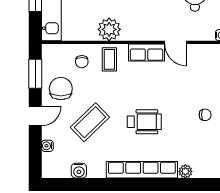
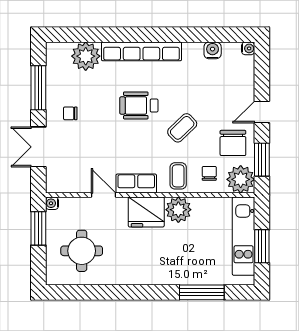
fridge: (138, 27) -> (146, 212), added
plant: (54, 56) -> (241, 179), added
coffee table: (90, 122) -> (182, 128), moved, width x0.73, depth x0.77
water cooler: (47, 146) -> (248, 48), moved
plant: (185, 171) -> (86, 56), width x1.88, depth x1.88

